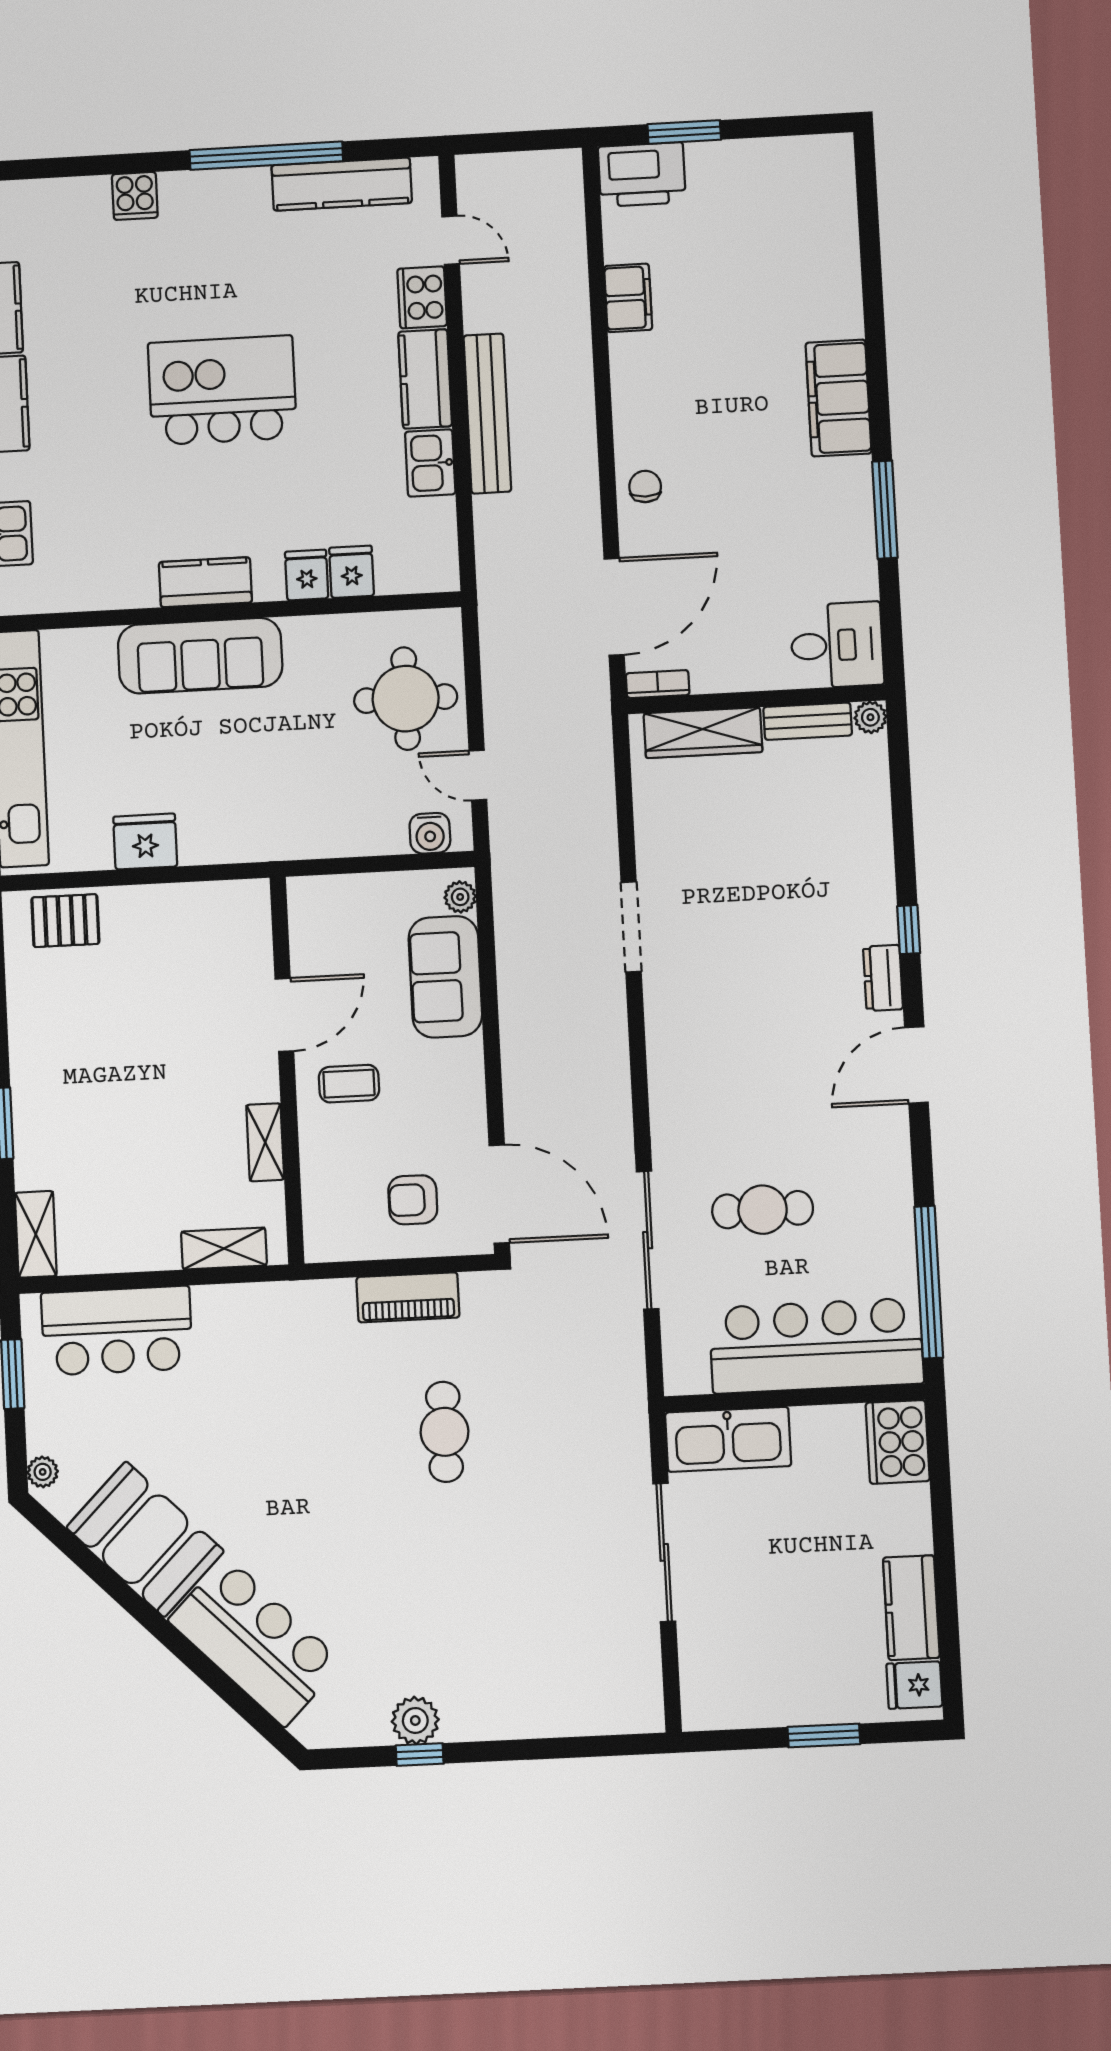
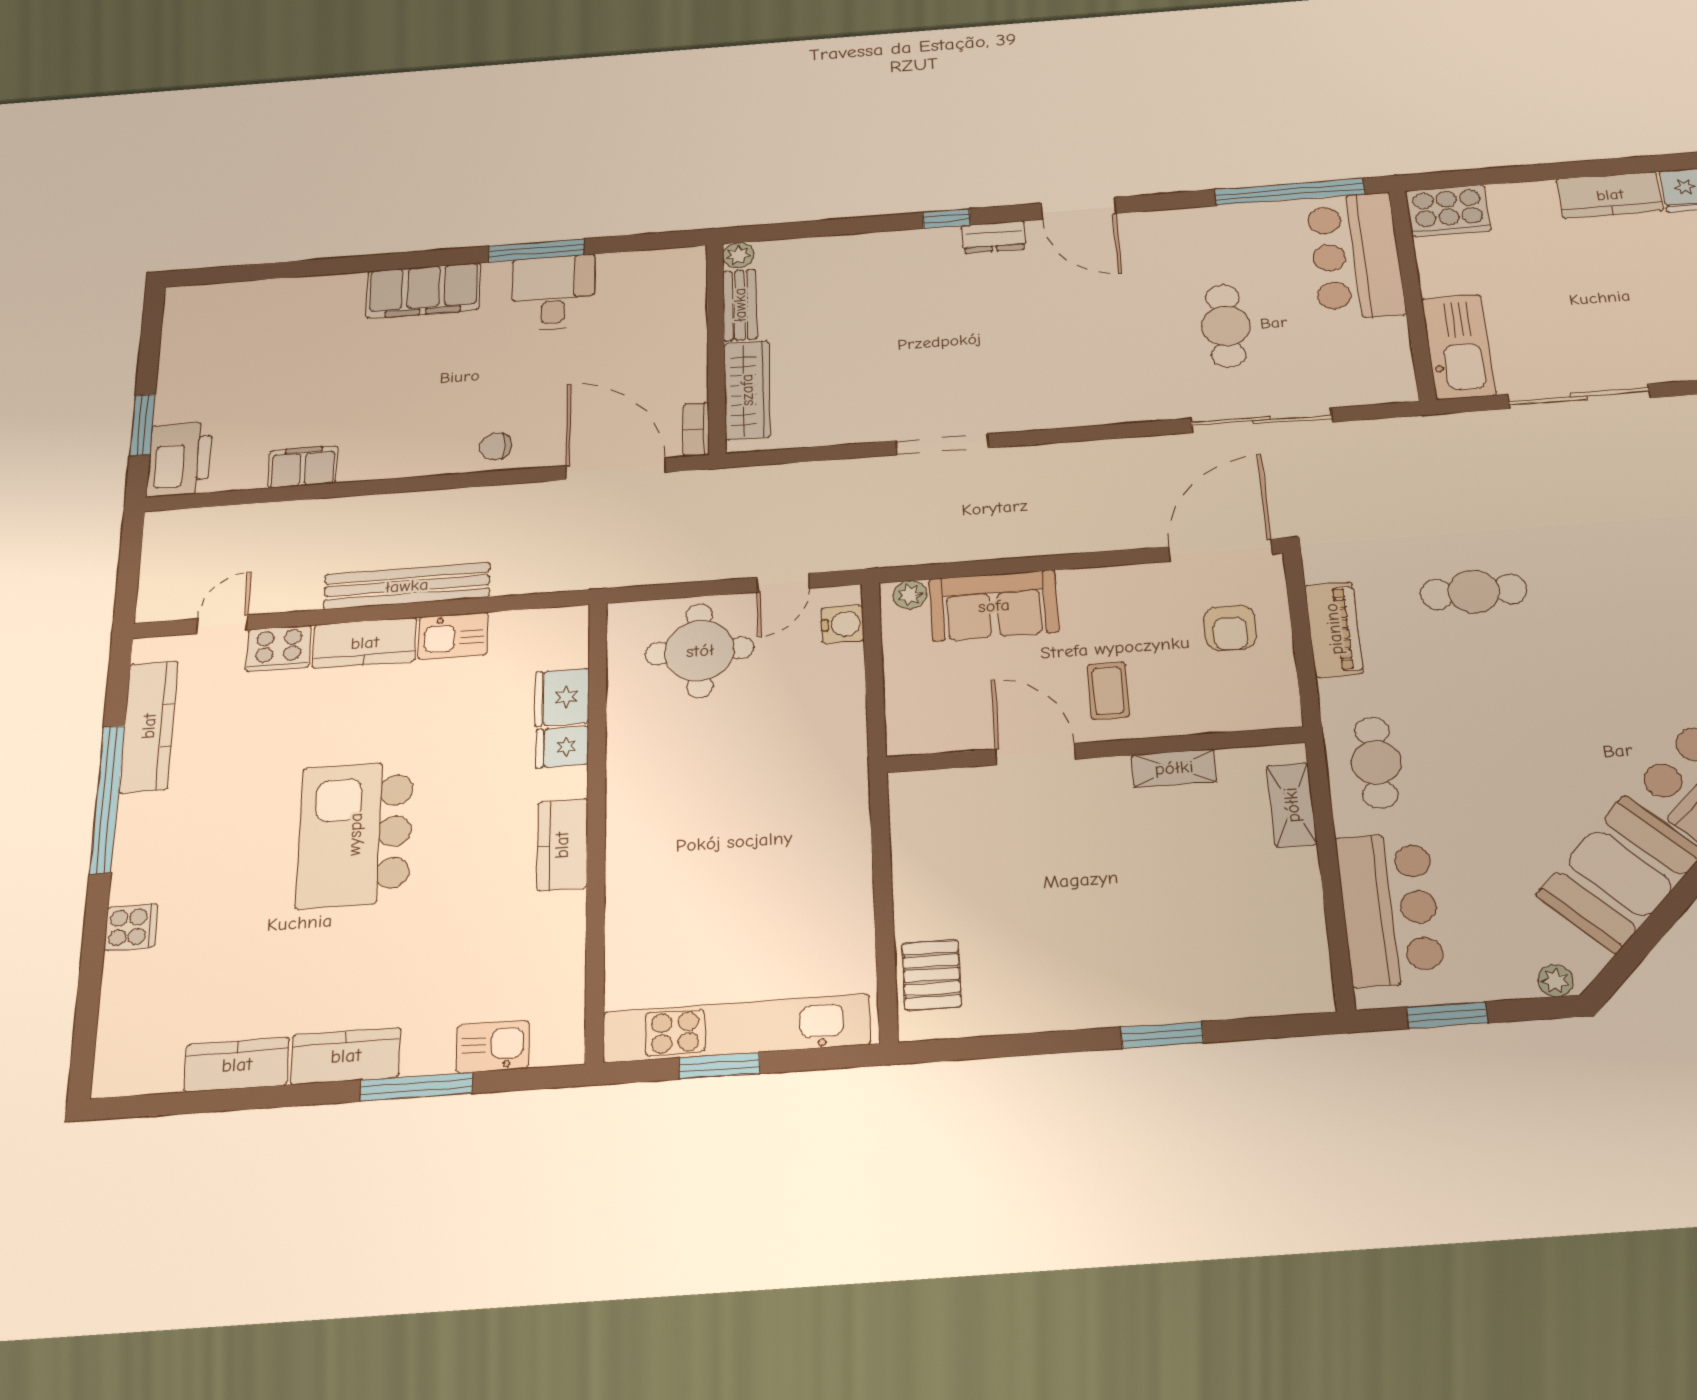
fridge: (352, 572) -> (562, 697), width x1.38
desk: (837, 645) -> (553, 293), moved
sofa: (200, 656) -> (642, 847), removed
fridge: (145, 842) -> (845, 896), removed
shelving: (36, 1234) -> (1287, 996), removed
cafe table: (265, 1328) -> (1376, 762), added
bar counter: (816, 1346) -> (1355, 256), width x0.73

